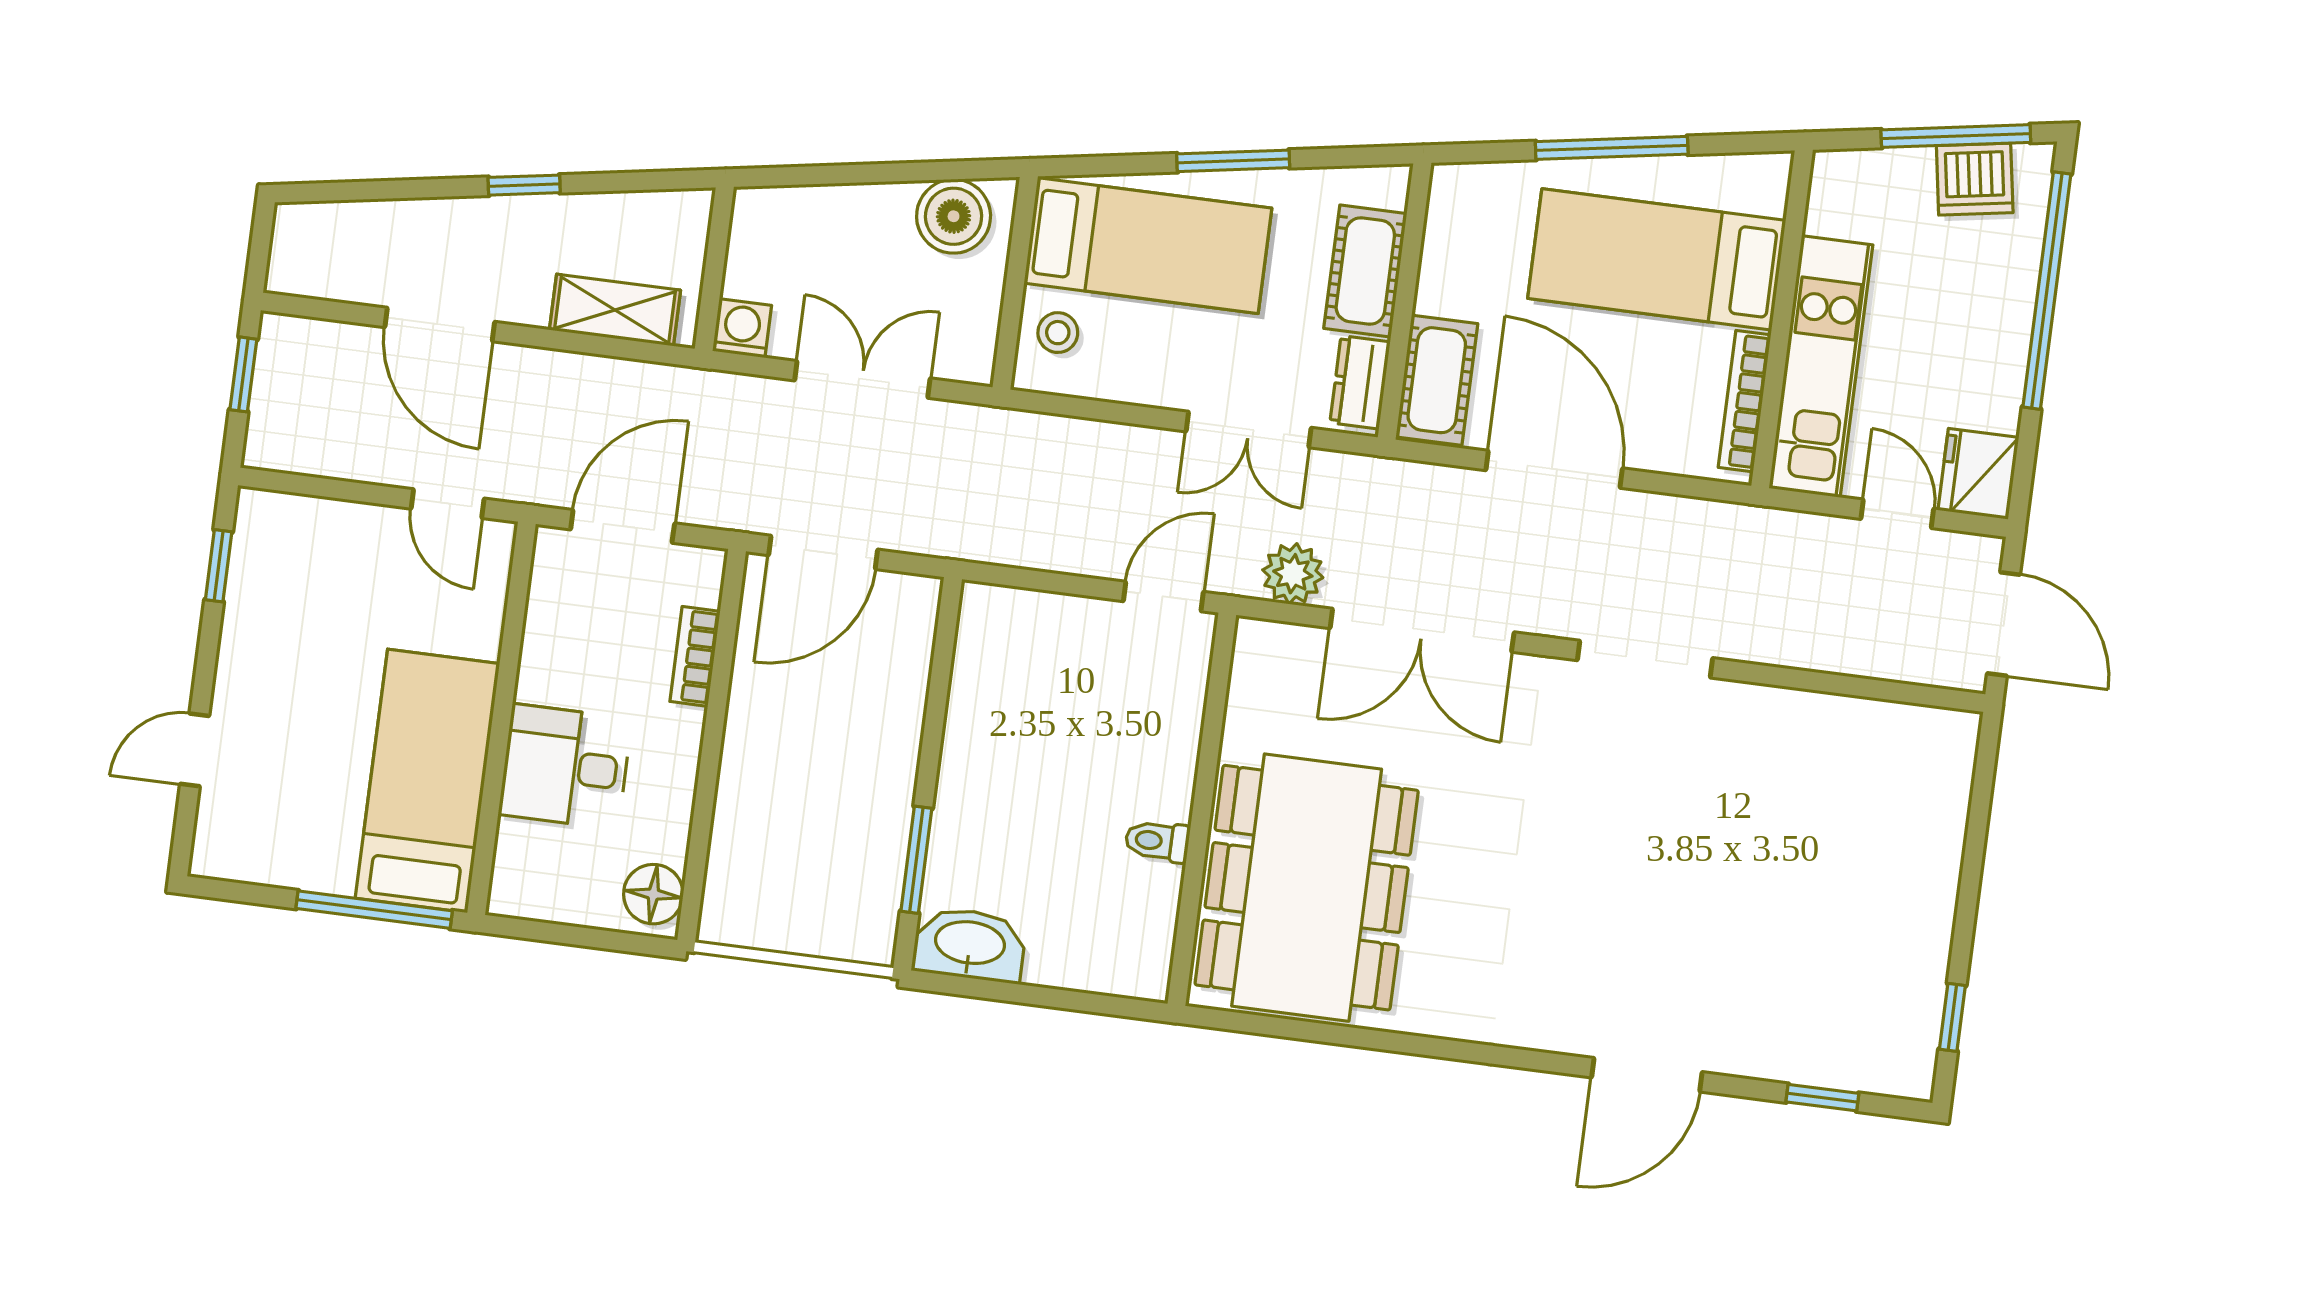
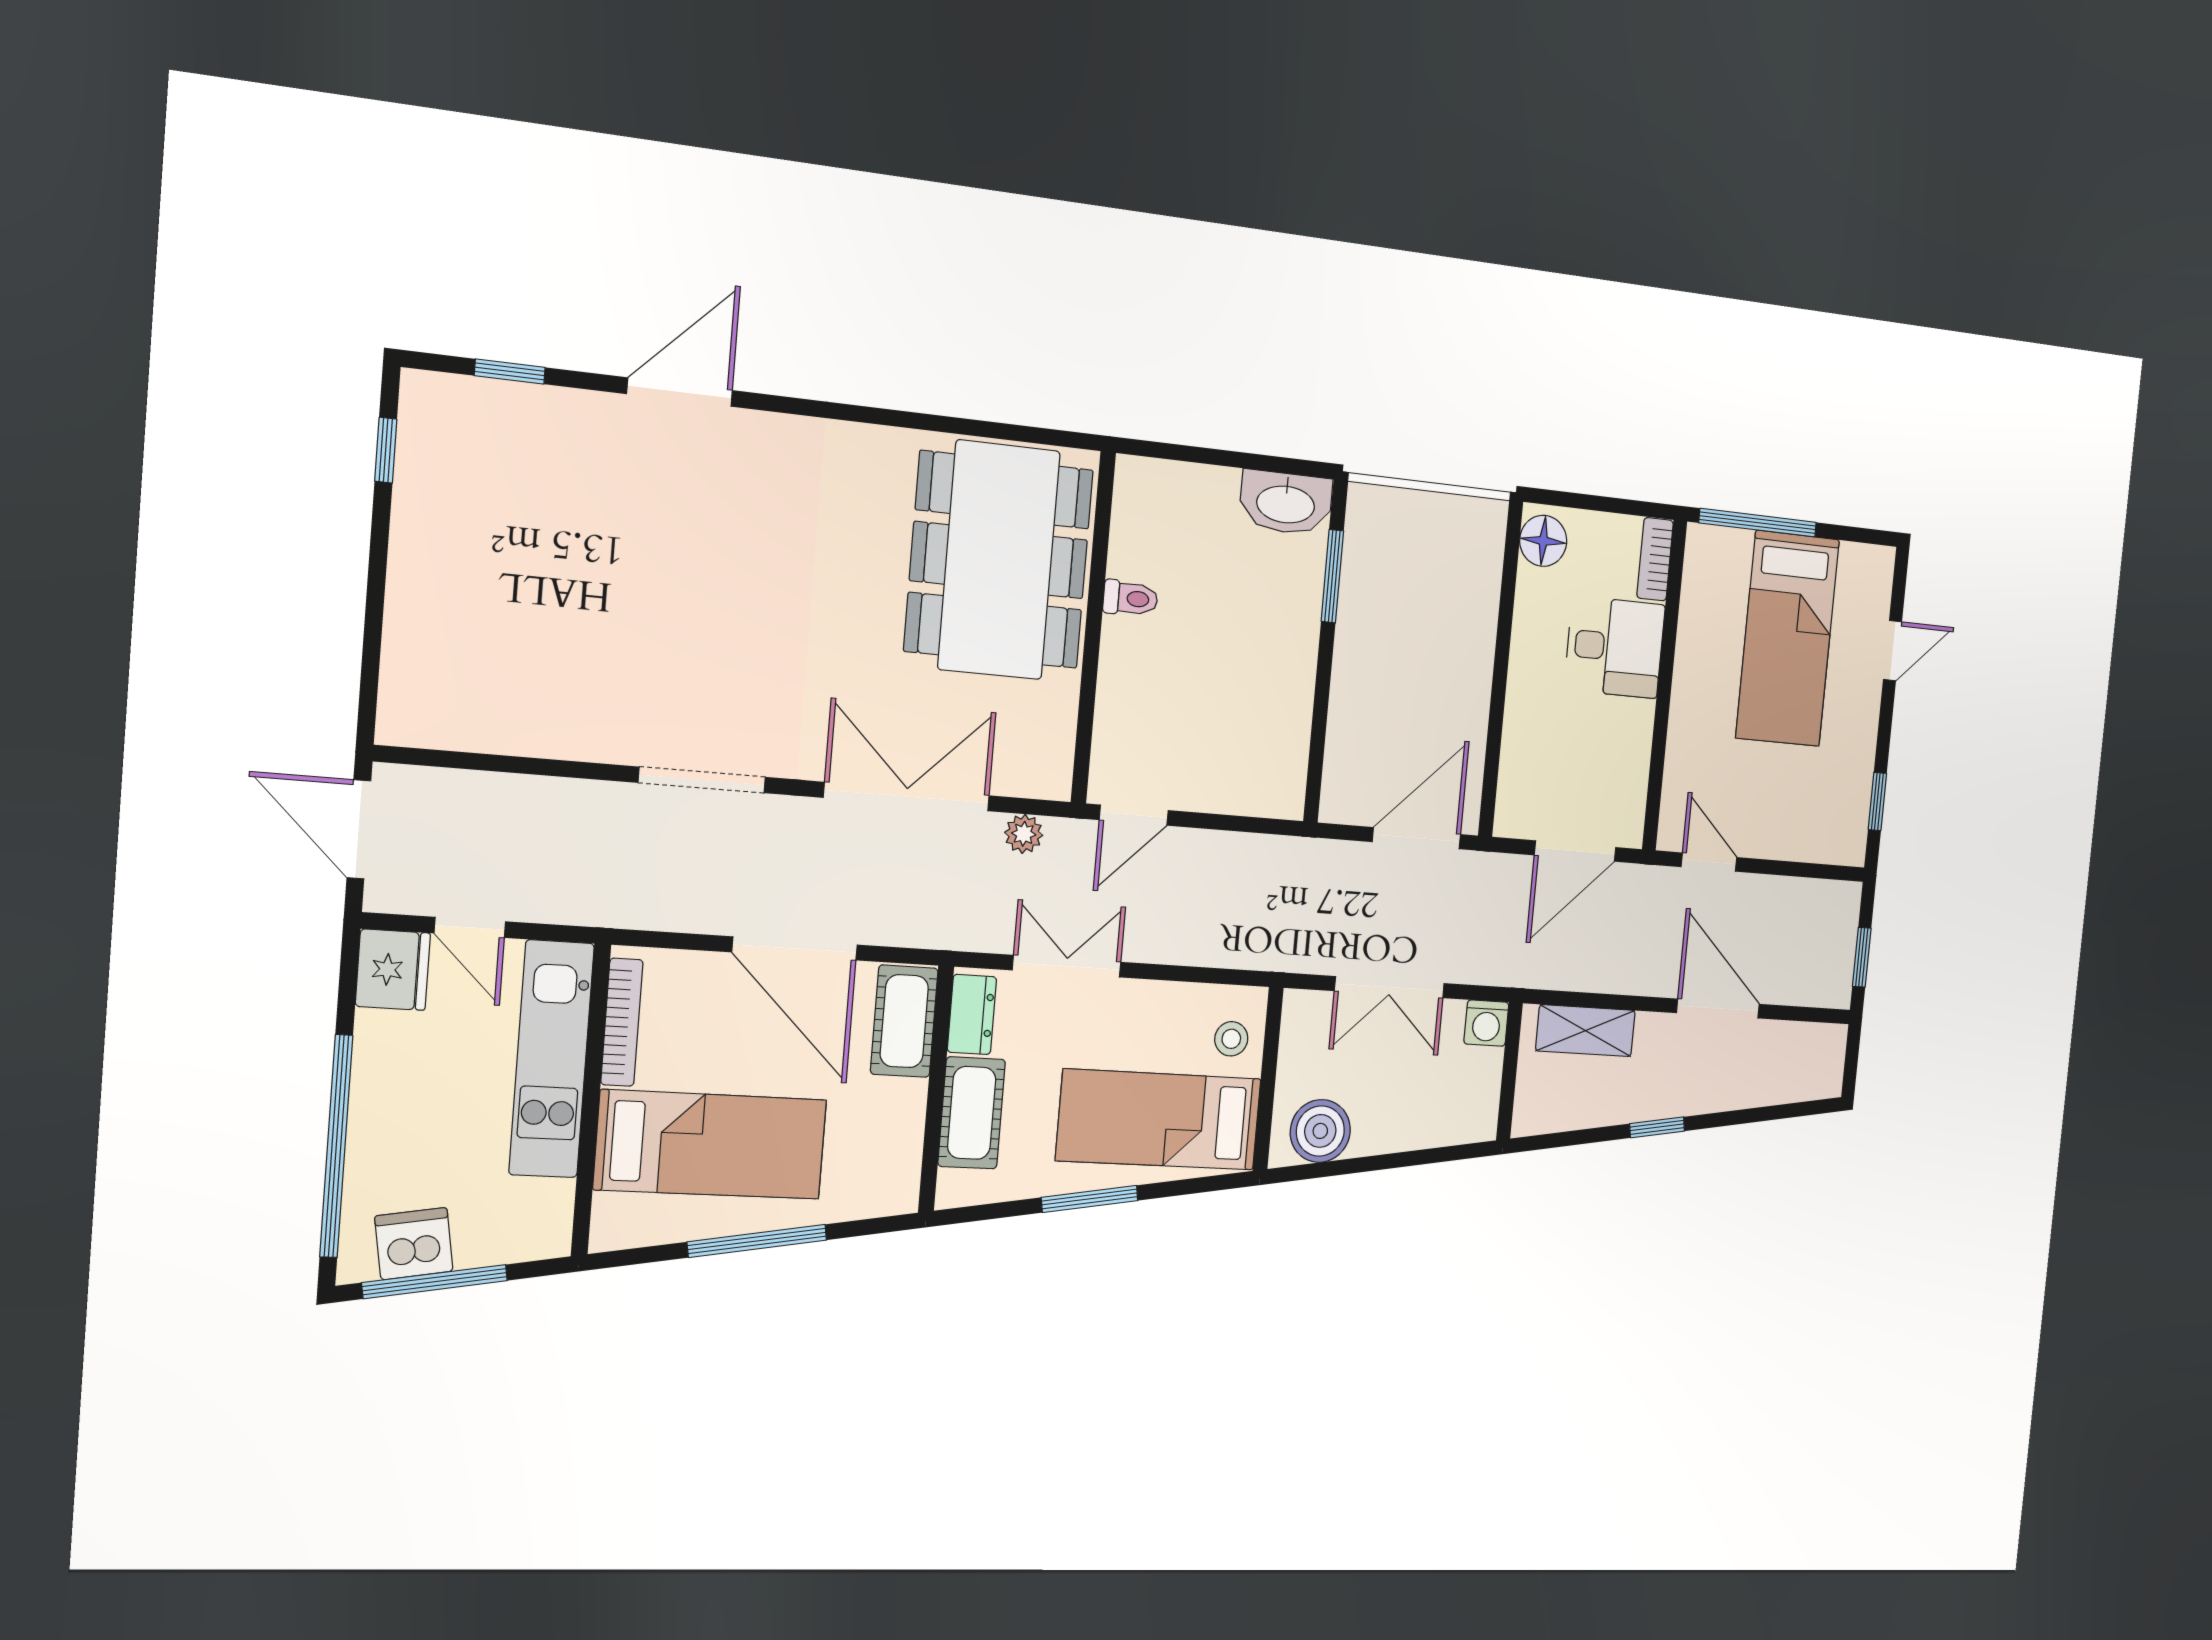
plant: (1293, 574) -> (1024, 834), width x0.73, depth x0.73
bookcase: (695, 656) -> (1655, 559), moved, turned 180
bed: (427, 781) -> (1788, 639), moved

